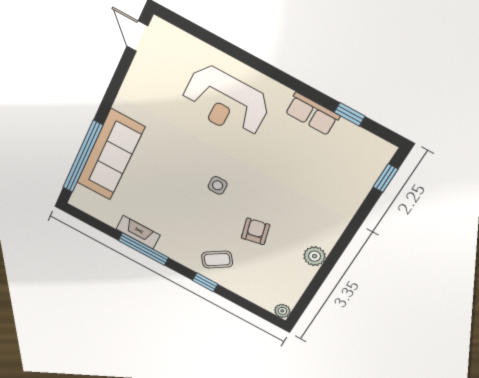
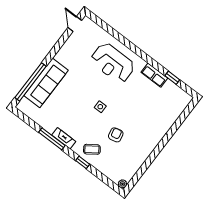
window: (386, 178) -> (186, 113), removed
fireplace: (138, 232) -> (64, 138), moved
plant: (315, 256) -> (145, 152), removed

